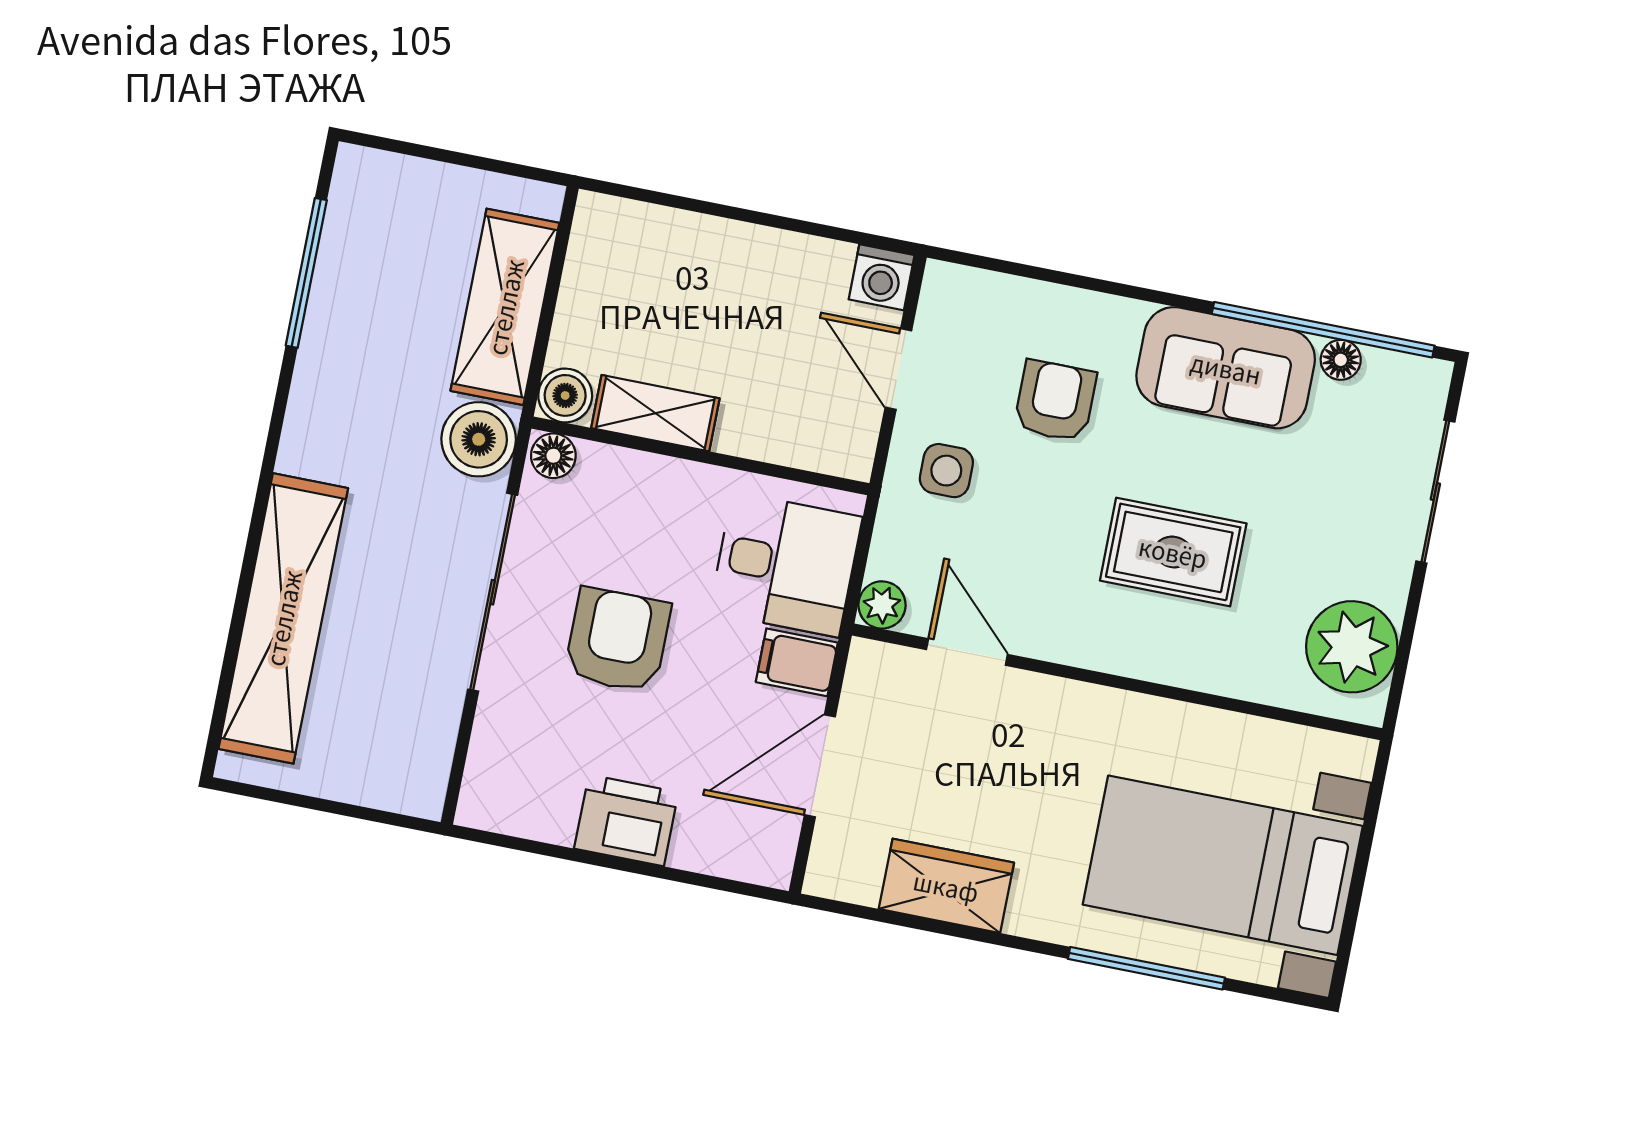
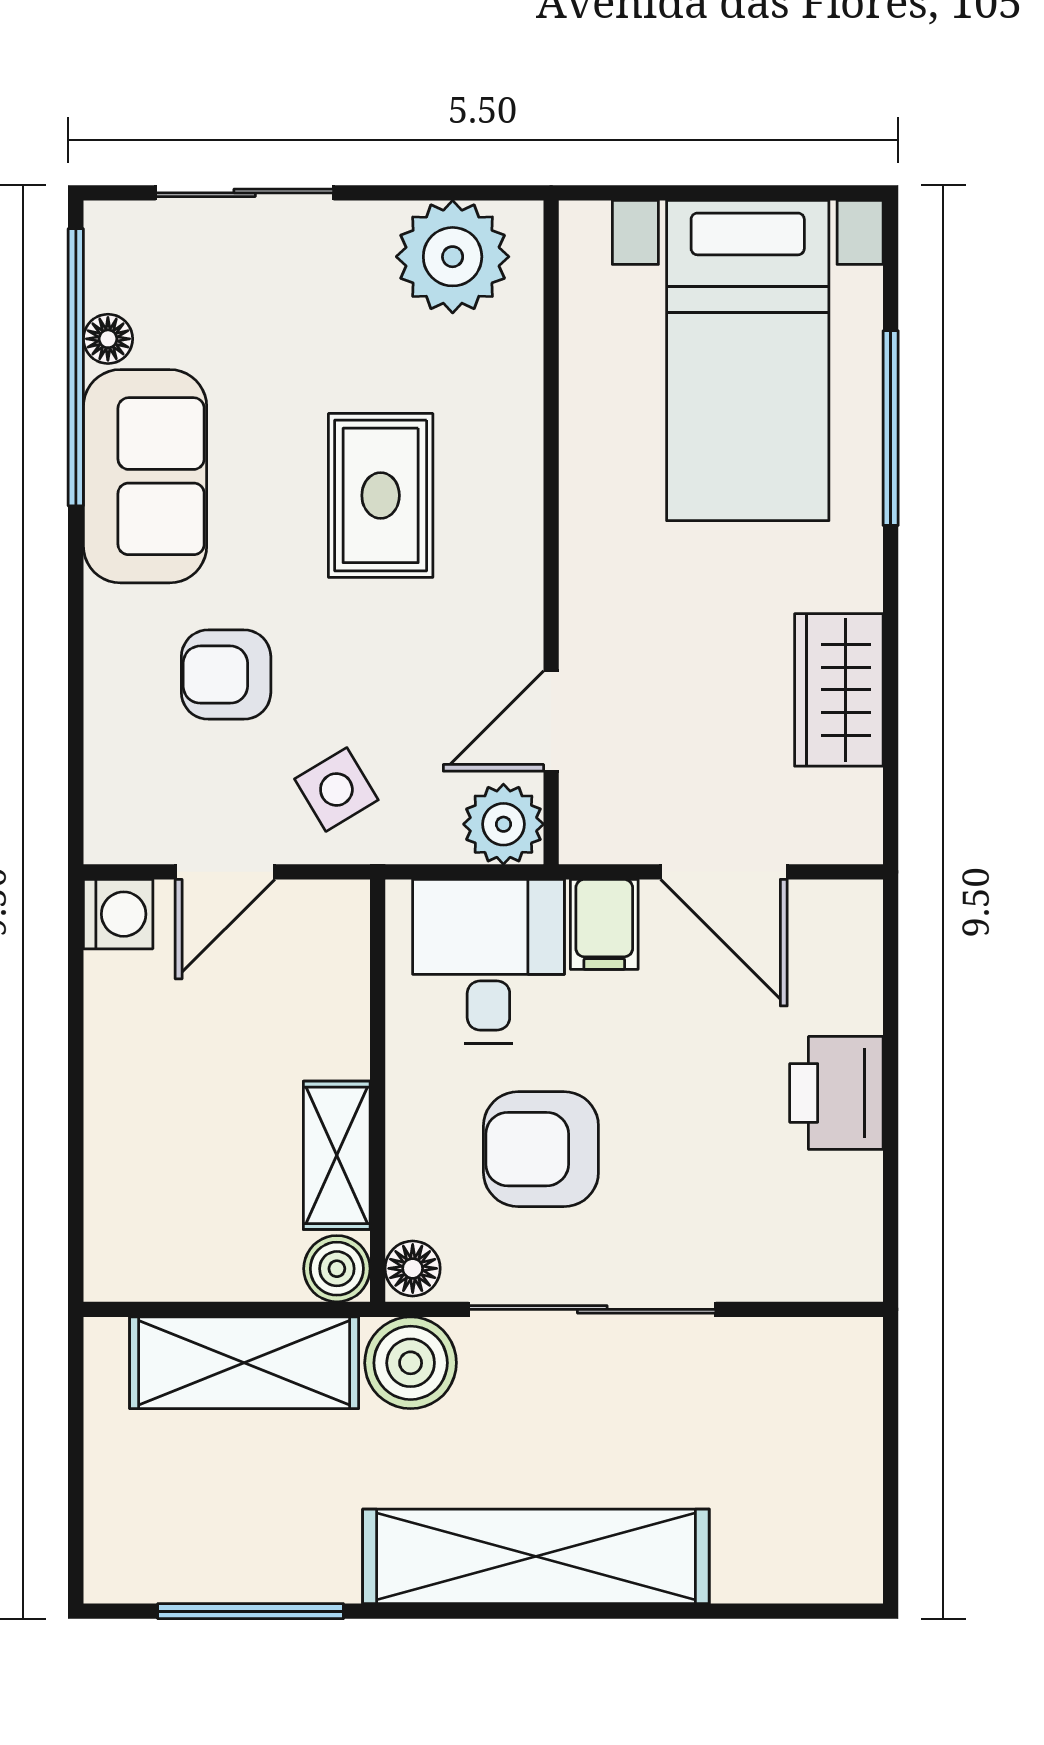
side table: (946, 471) -> (336, 789), turned -31
plant: (882, 605) -> (503, 824), width x1.38, depth x1.38
shelving: (283, 618) -> (536, 1556), moved
armchair: (618, 640) -> (541, 1149), moved

